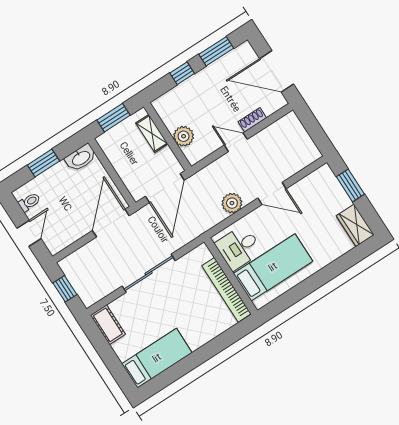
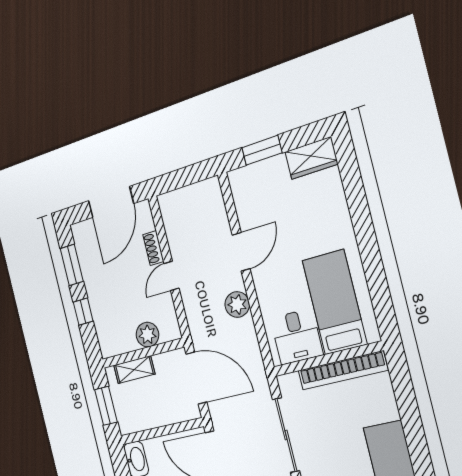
desk: (239, 248) -> (297, 337), moved
bed: (273, 267) -> (334, 302), moved
wall: (231, 276) -> (328, 359), moved
bookcase: (226, 290) -> (343, 370), moved

